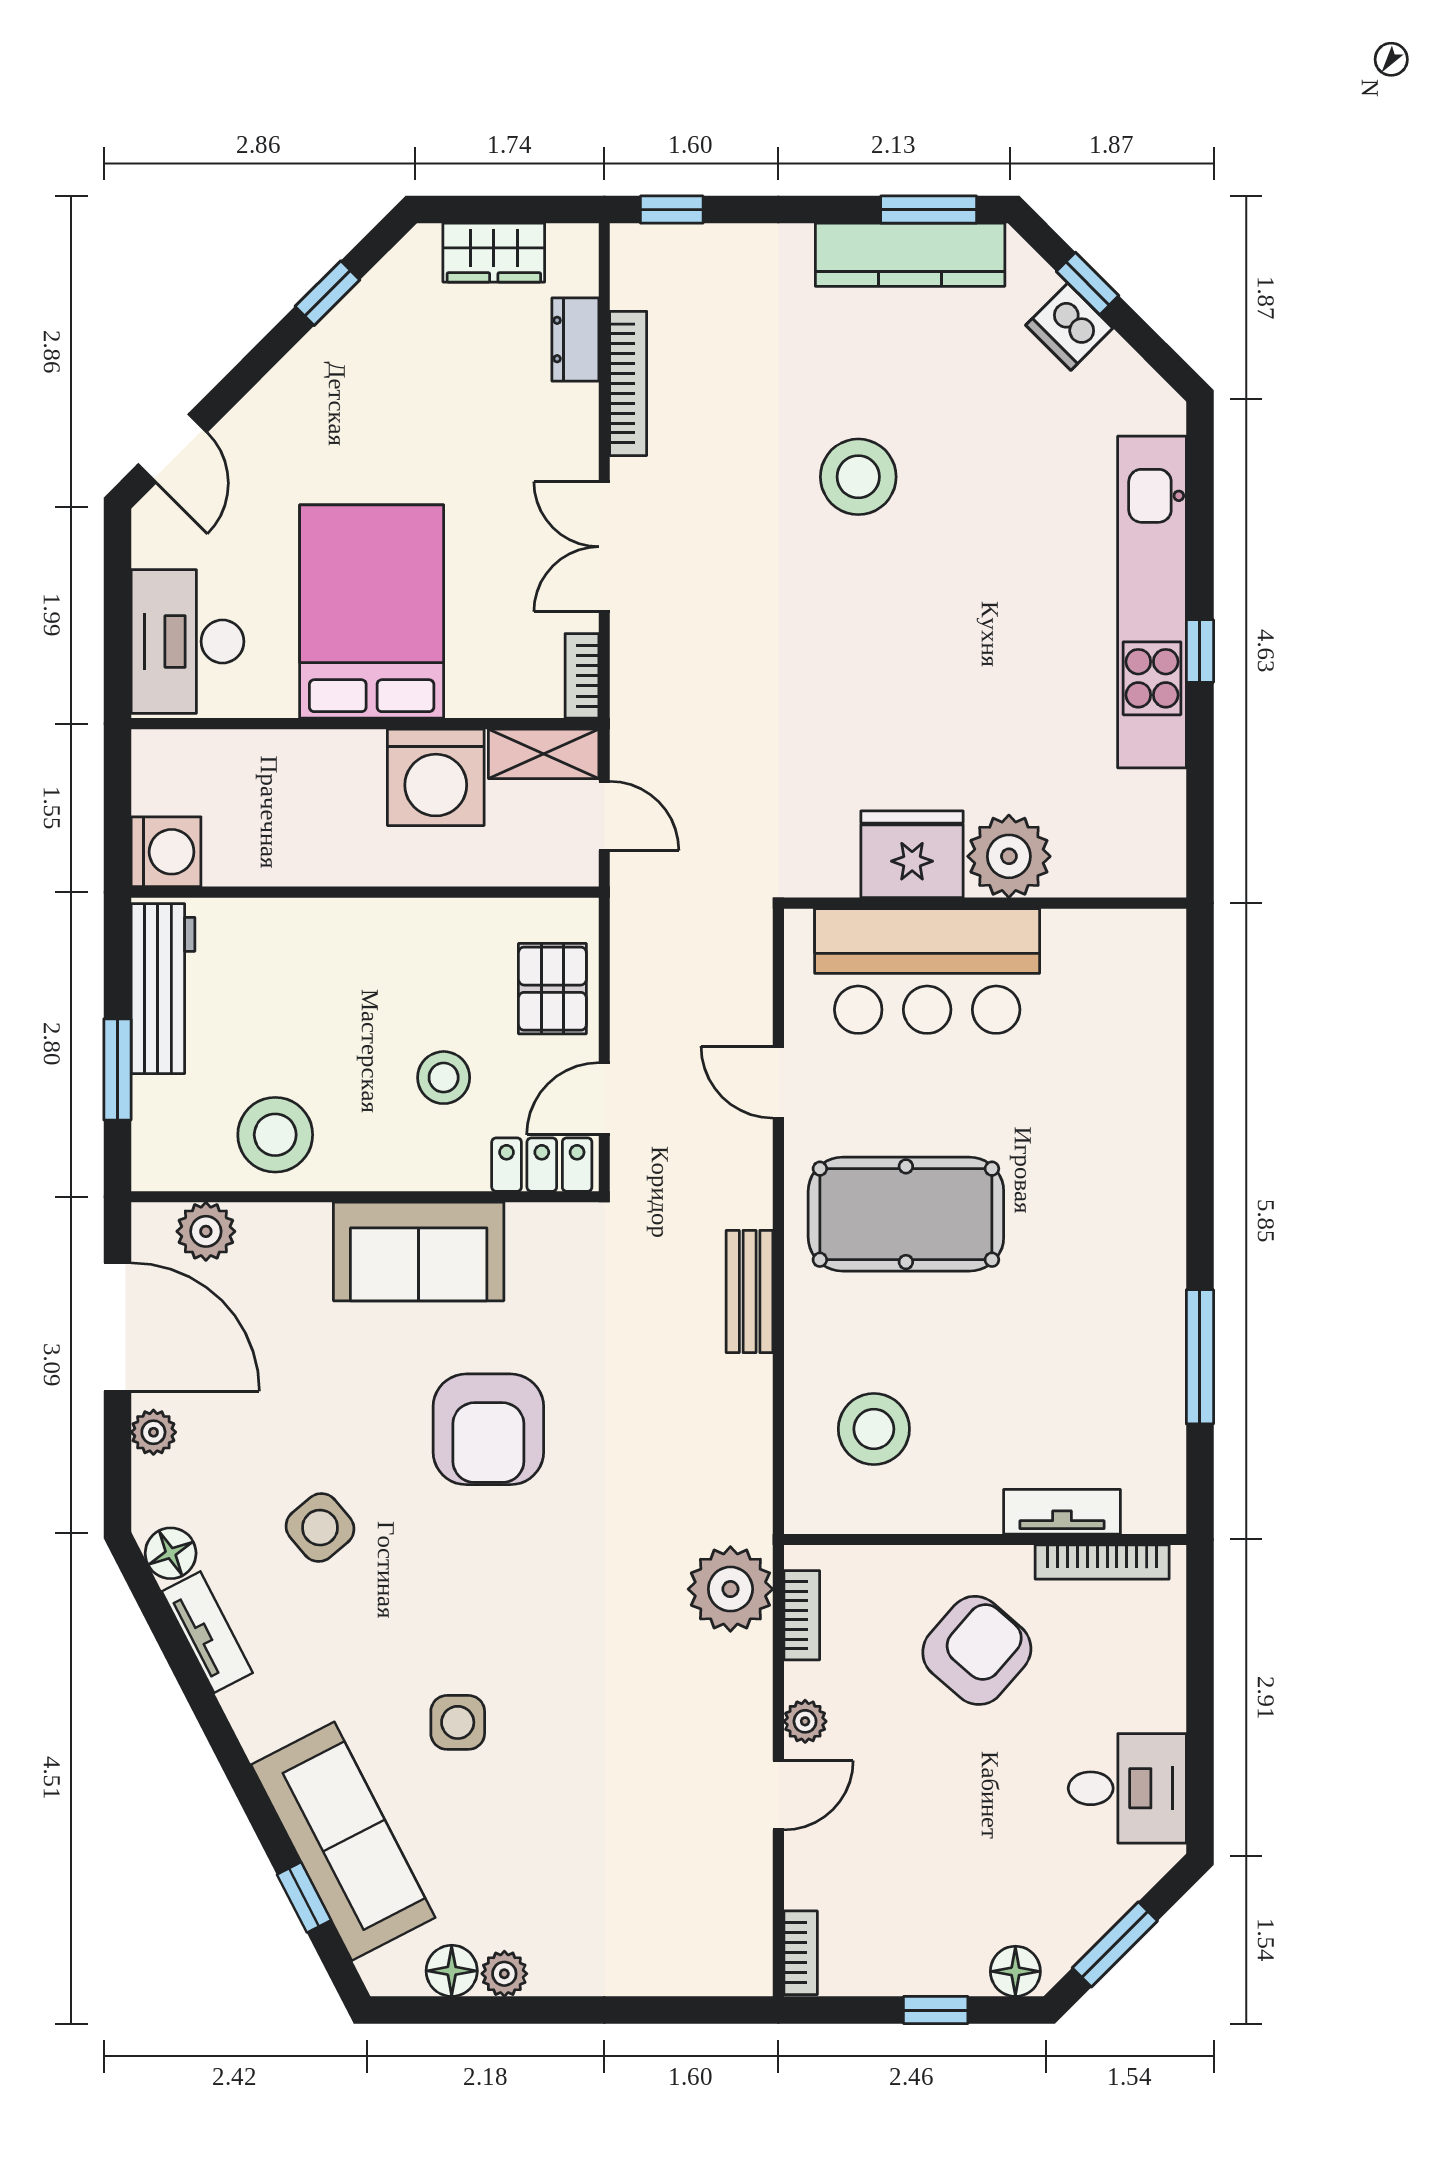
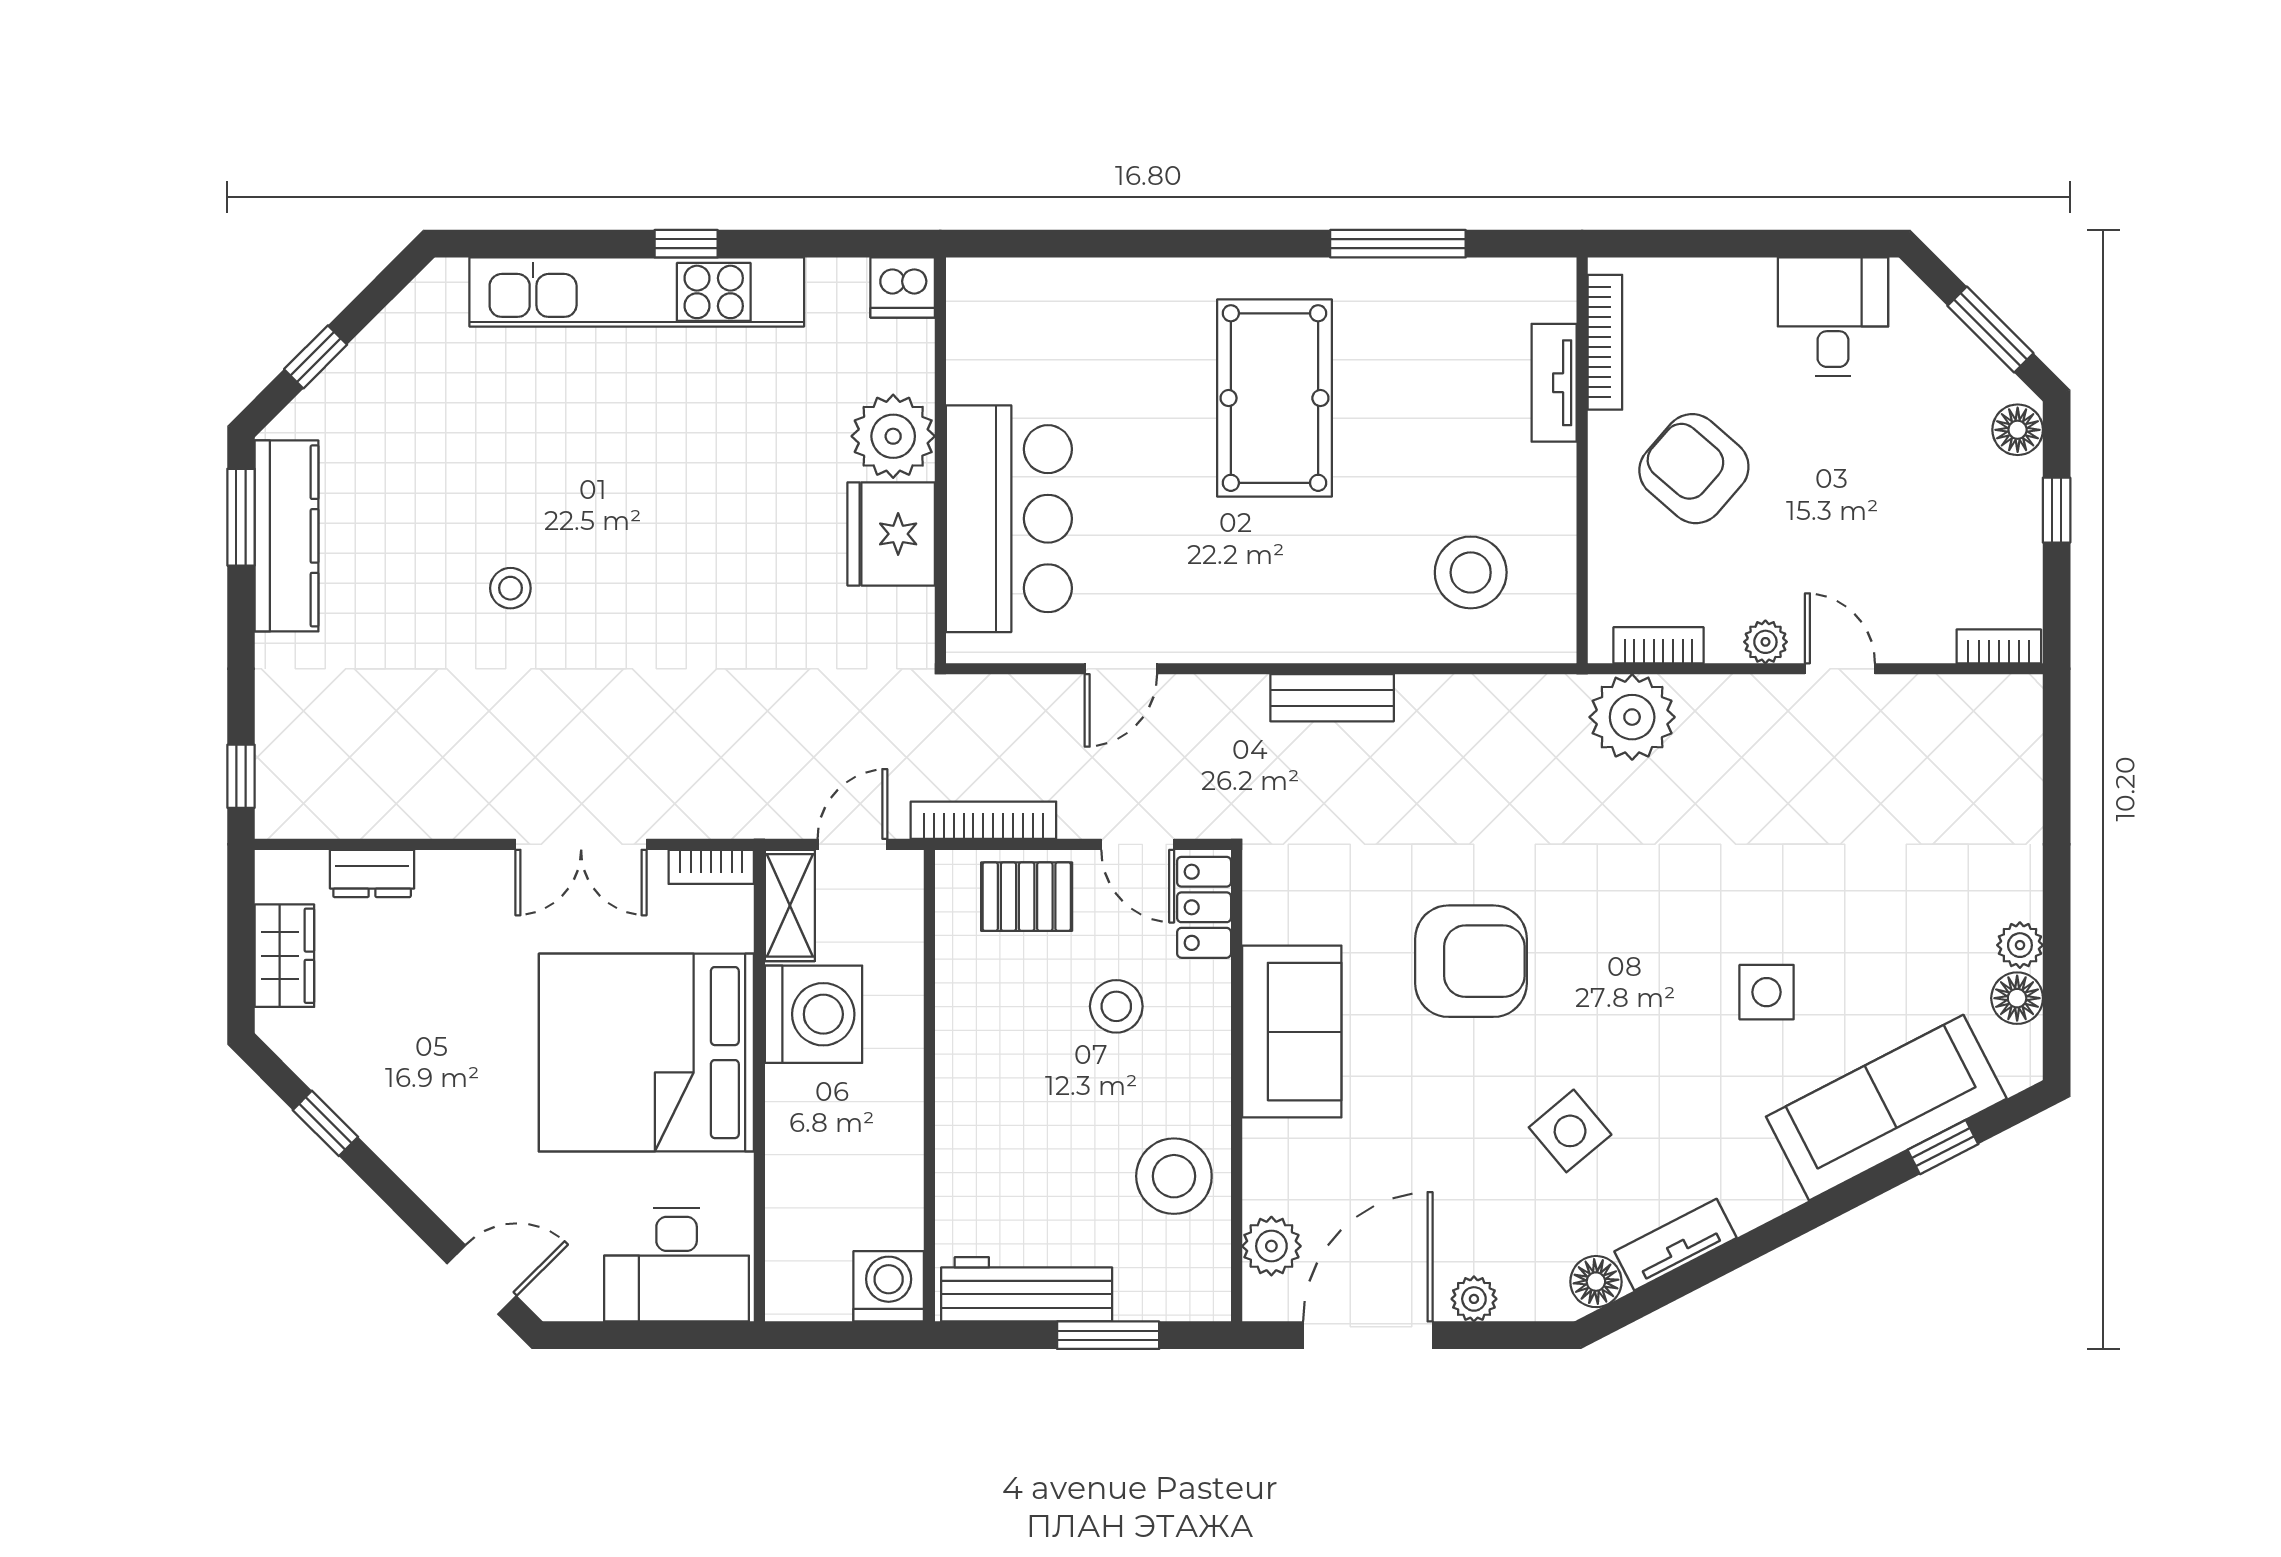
dishwasher: (1069, 327) -> (903, 287), moved, turned 45
bookcase: (628, 383) -> (983, 820), moved
stool: (858, 477) -> (510, 588), width x0.53, depth x0.53
bed: (372, 611) -> (646, 1053), width x1.36
pool table: (906, 1214) -> (1274, 398), moved

